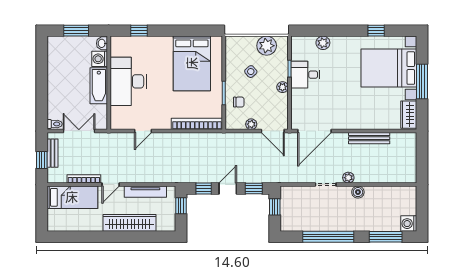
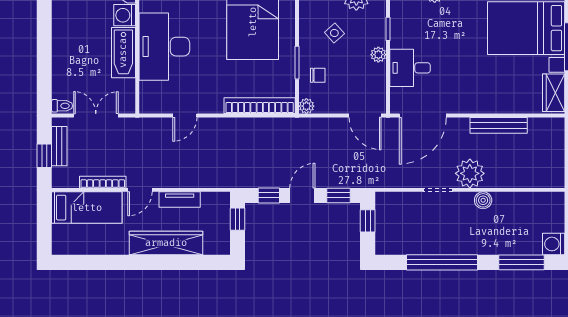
desk: (305, 75) -> (410, 68), moved
plant: (251, 124) -> (306, 106), moved
plant: (348, 178) -> (470, 173), width x1.87, depth x1.87
tv unit: (145, 192) -> (180, 200), width x0.71

